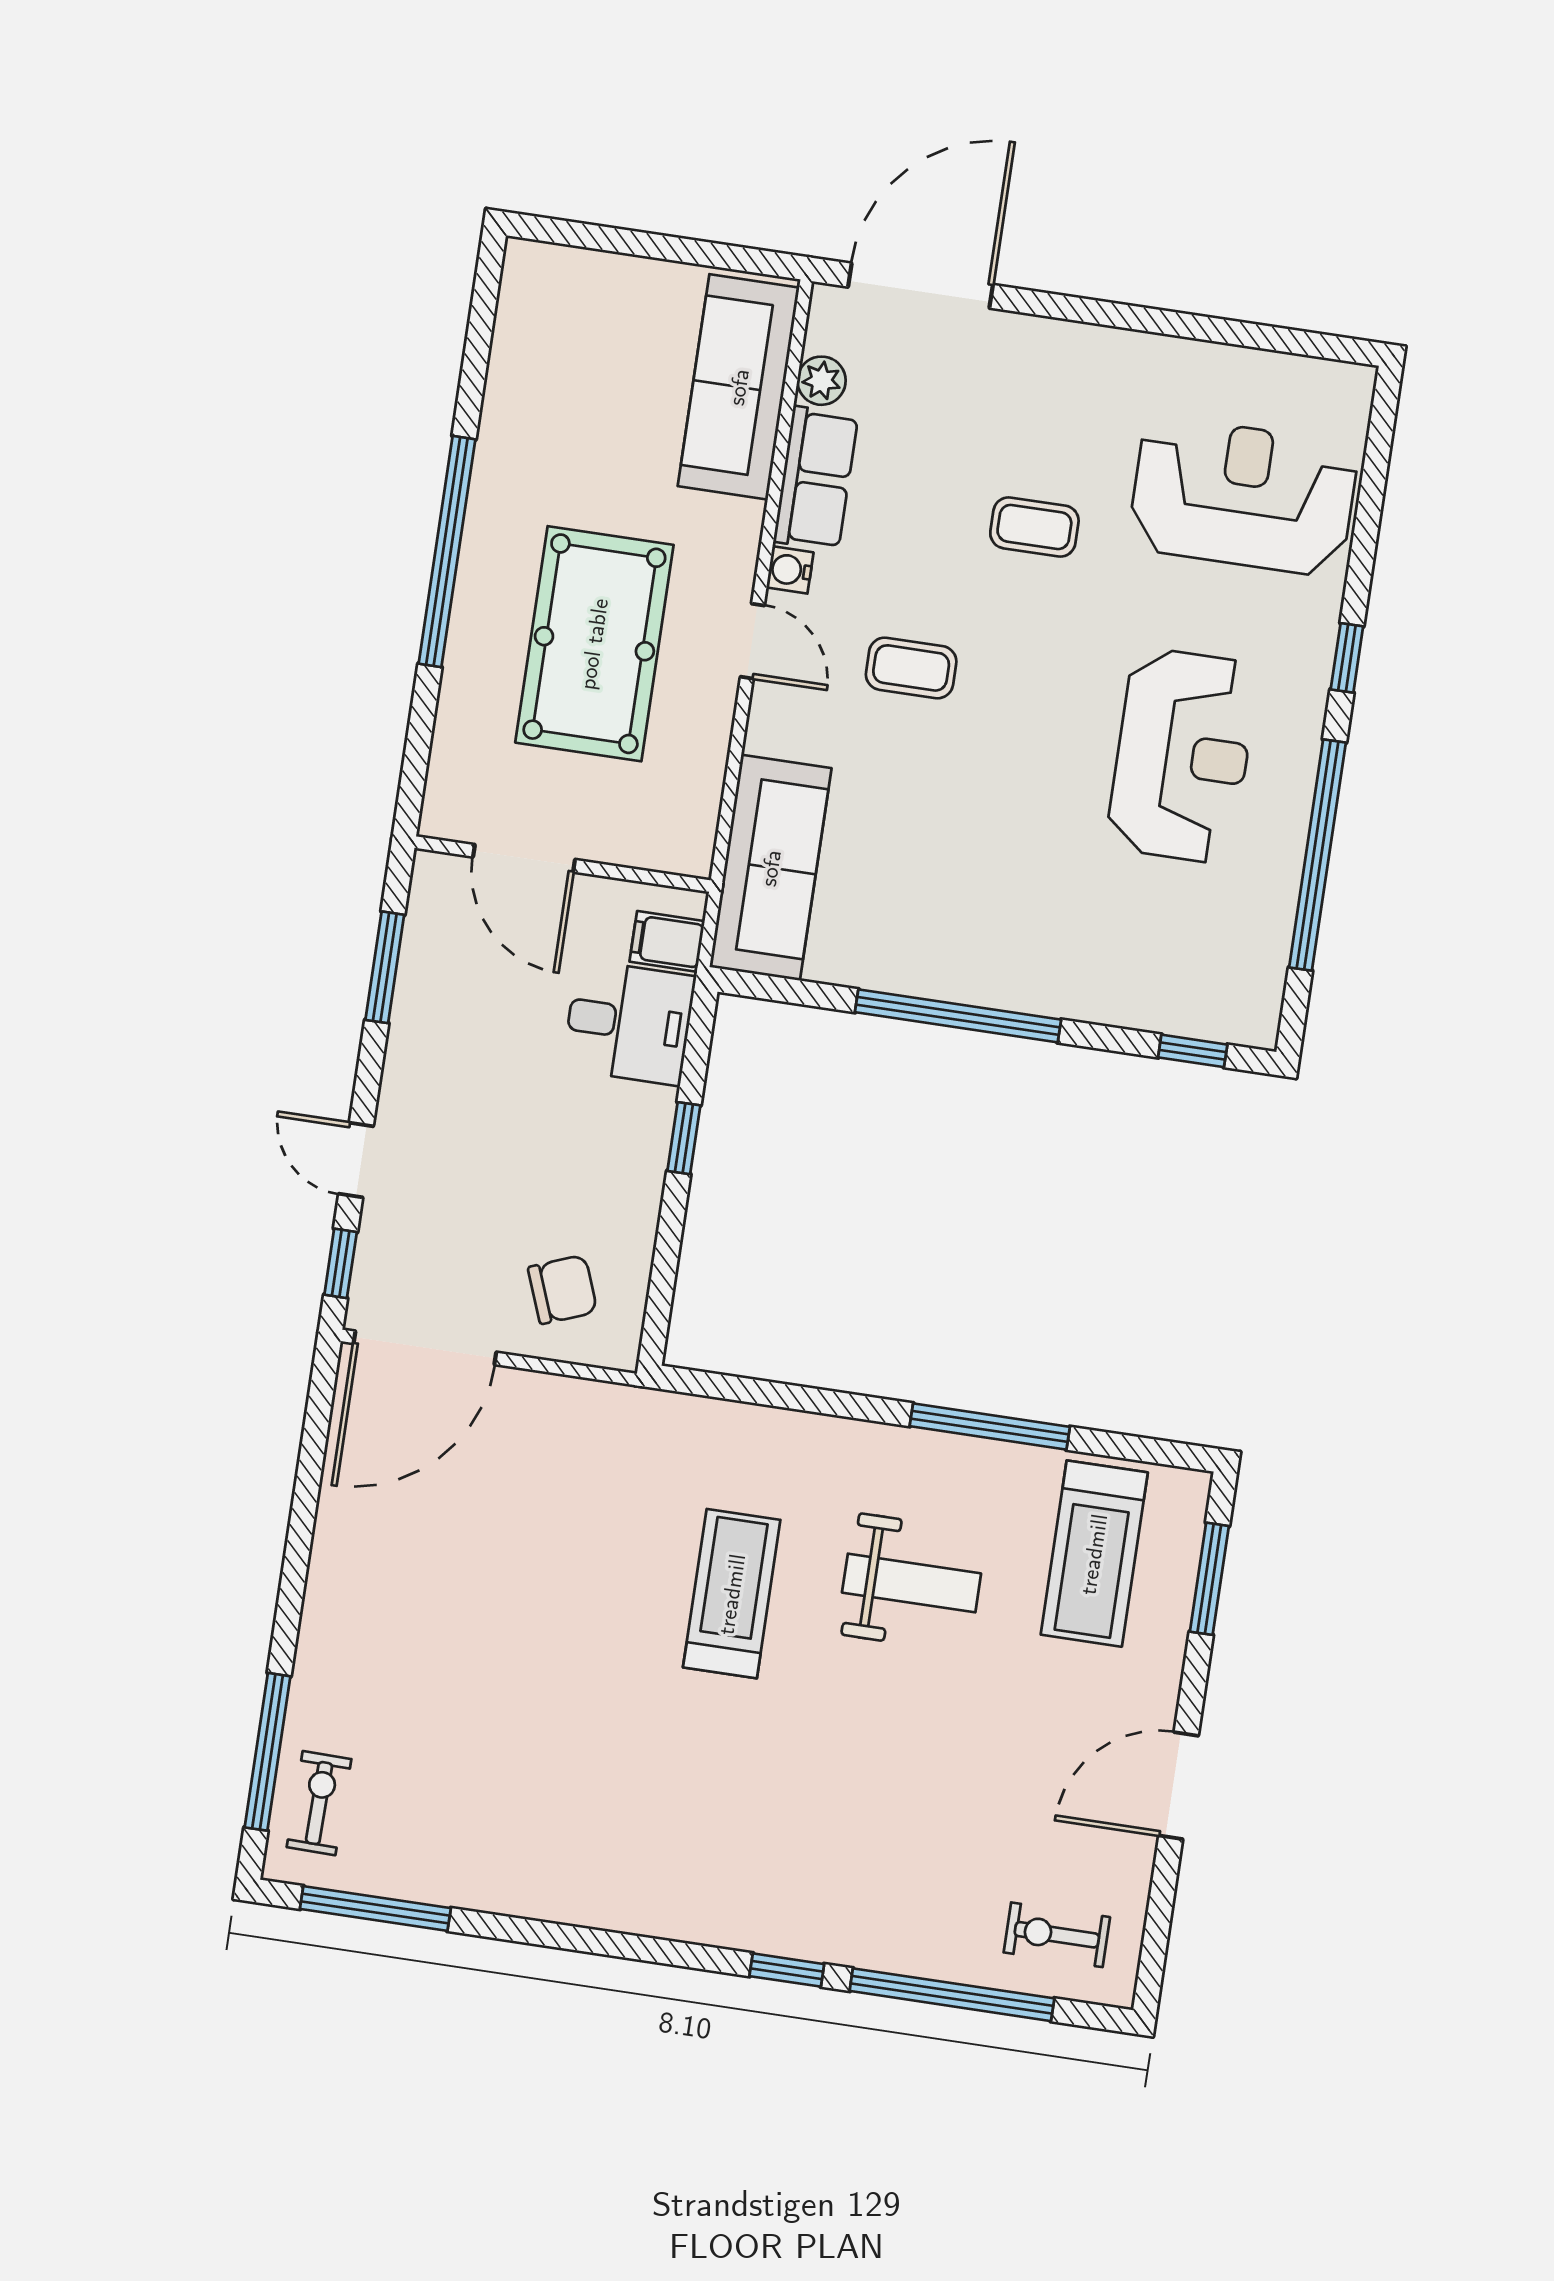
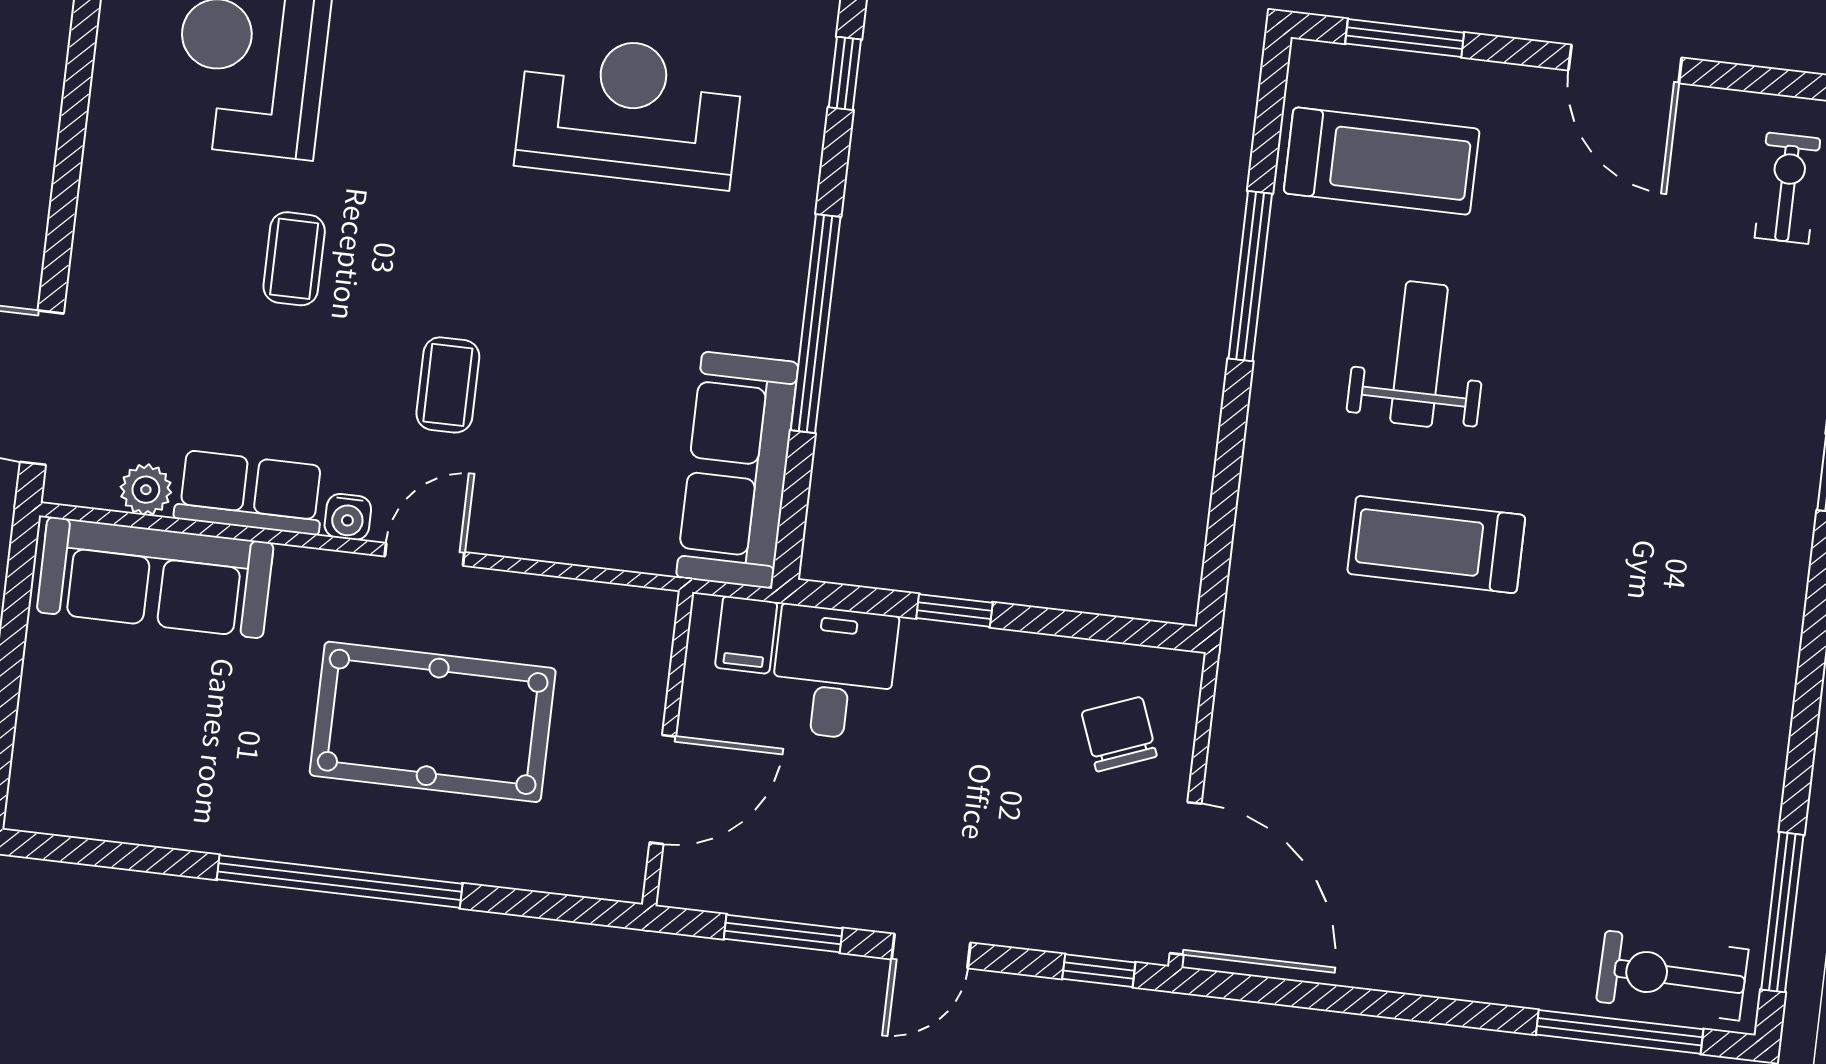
reception desk: (1182, 756) -> (629, 111), moved
sofa: (771, 868) -> (737, 470), moved, turned -90
door: (356, 1160) -> (931, 951), moved
exercise bike: (319, 1803) -> (1672, 976), width x1.38, depth x1.39
exercise bike: (1057, 1935) -> (1788, 188), turned 180

